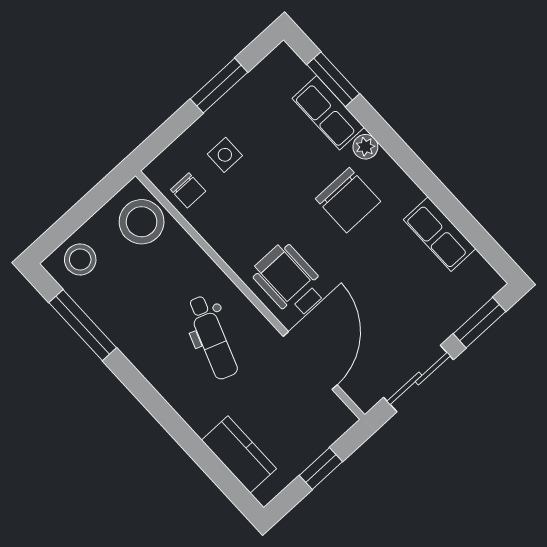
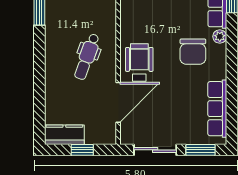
row of seats: (440, 234) -> (217, 109), width x1.48
kitchen counter: (239, 454) -> (64, 135), moved, turned -90

